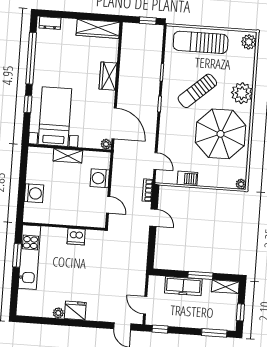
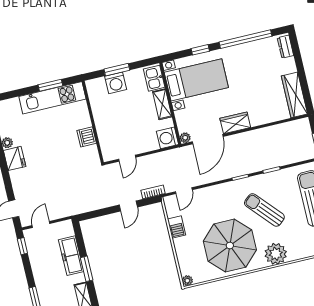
wardrobe: (108, 76) -> (235, 123), moved
kitchen sink: (41, 156) -> (154, 78), added
washing machine: (100, 178) -> (167, 138), moved, turned -90
window: (22, 188) -> (117, 70), added

